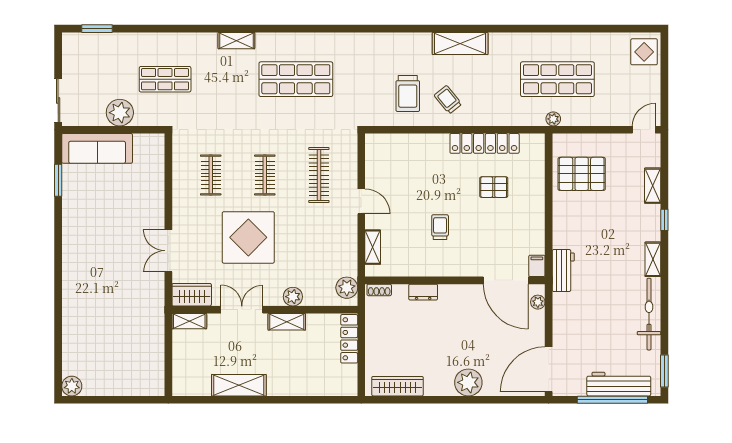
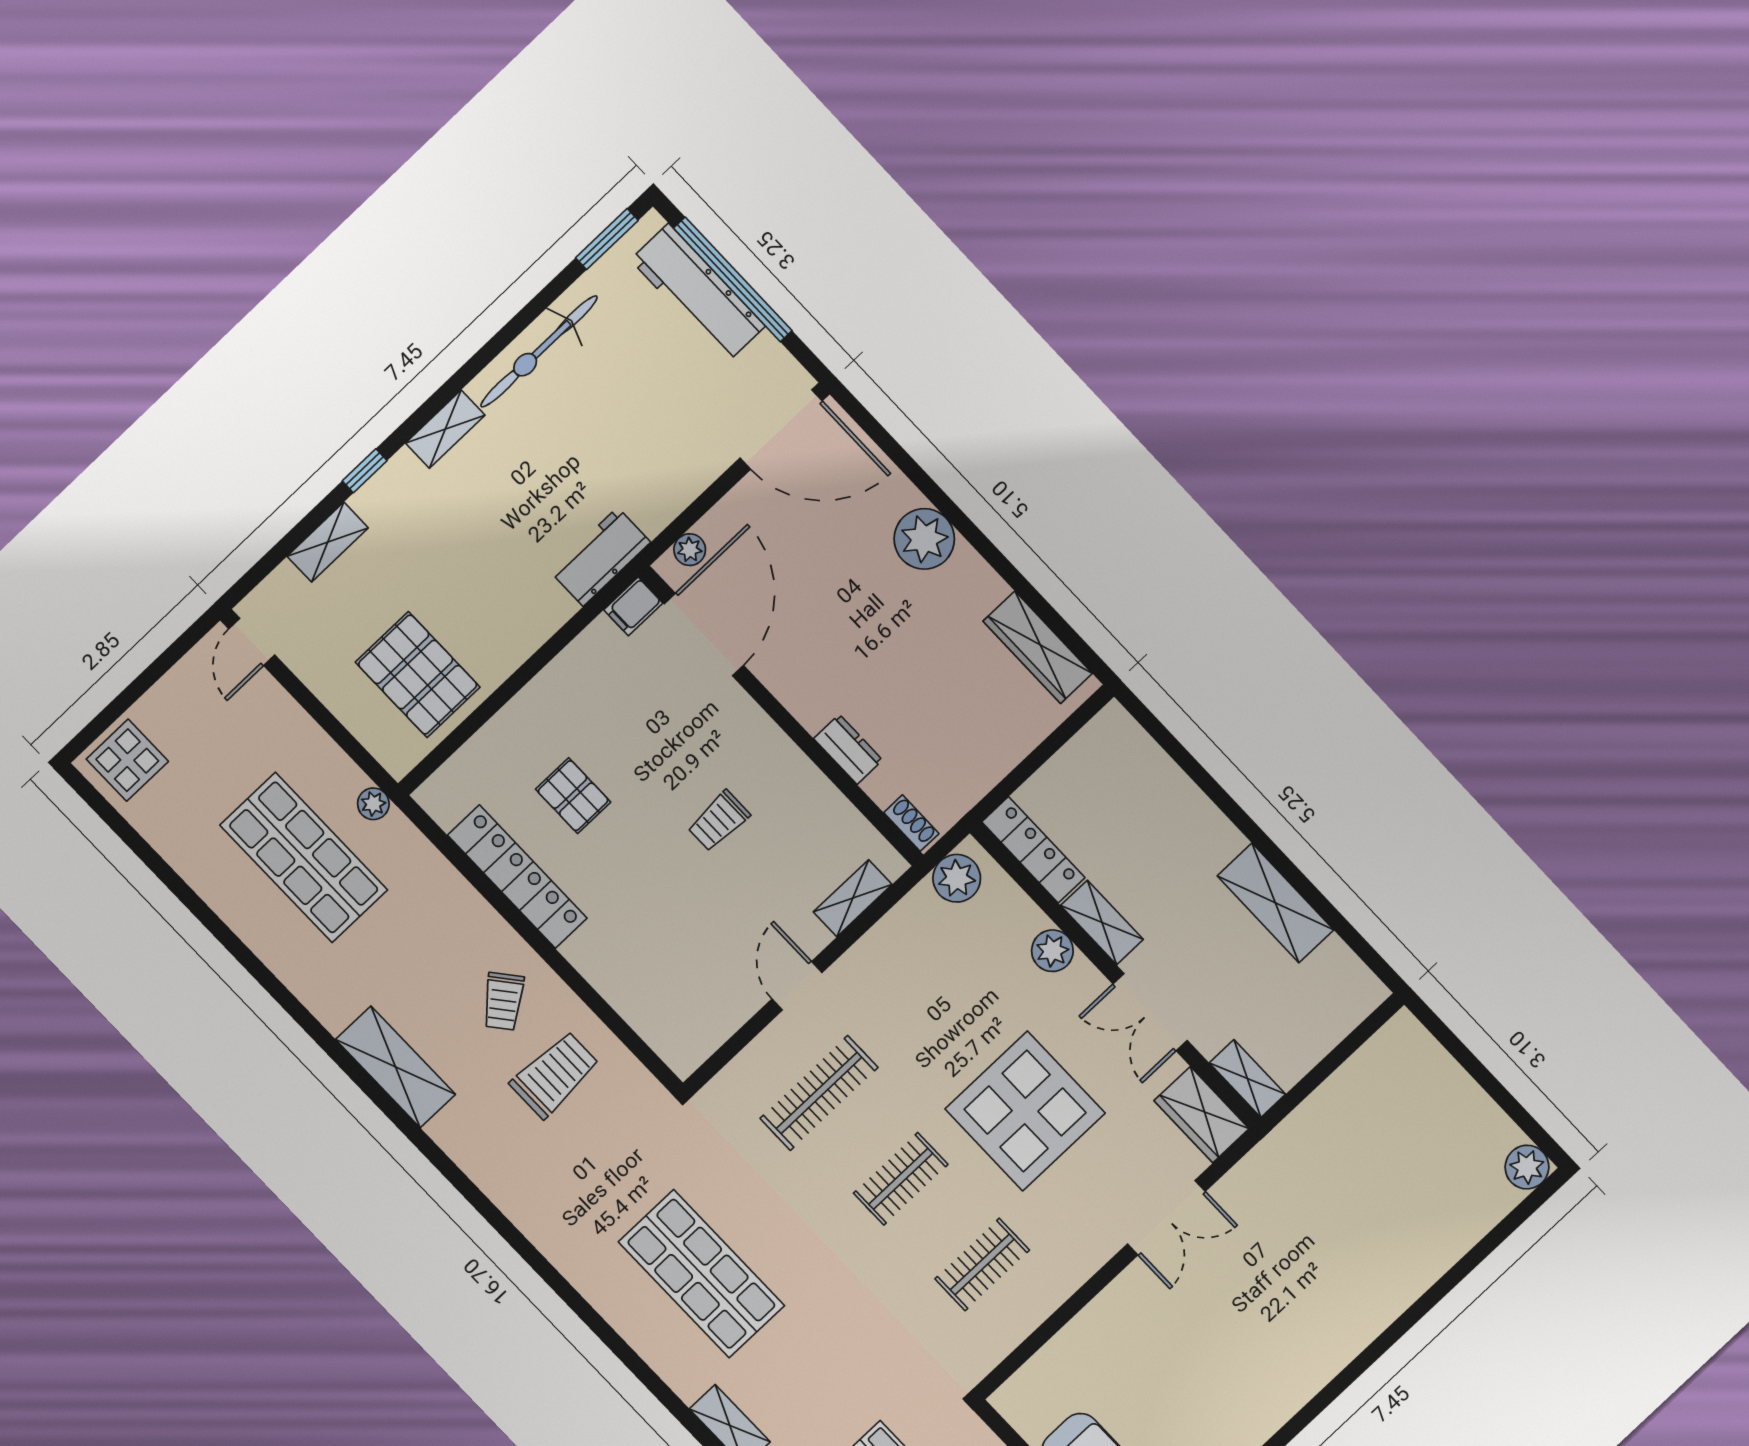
door: (644, 130) -> (252, 642), hinge flipped
locker: (349, 339) -> (1033, 850), moved, turned -90

